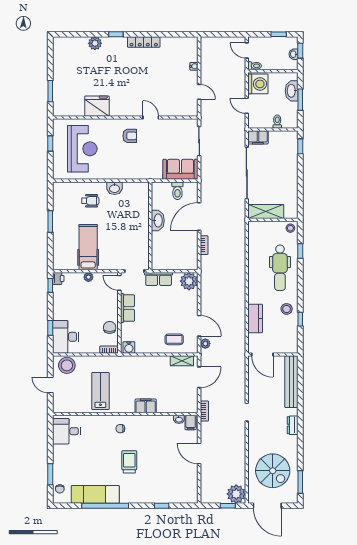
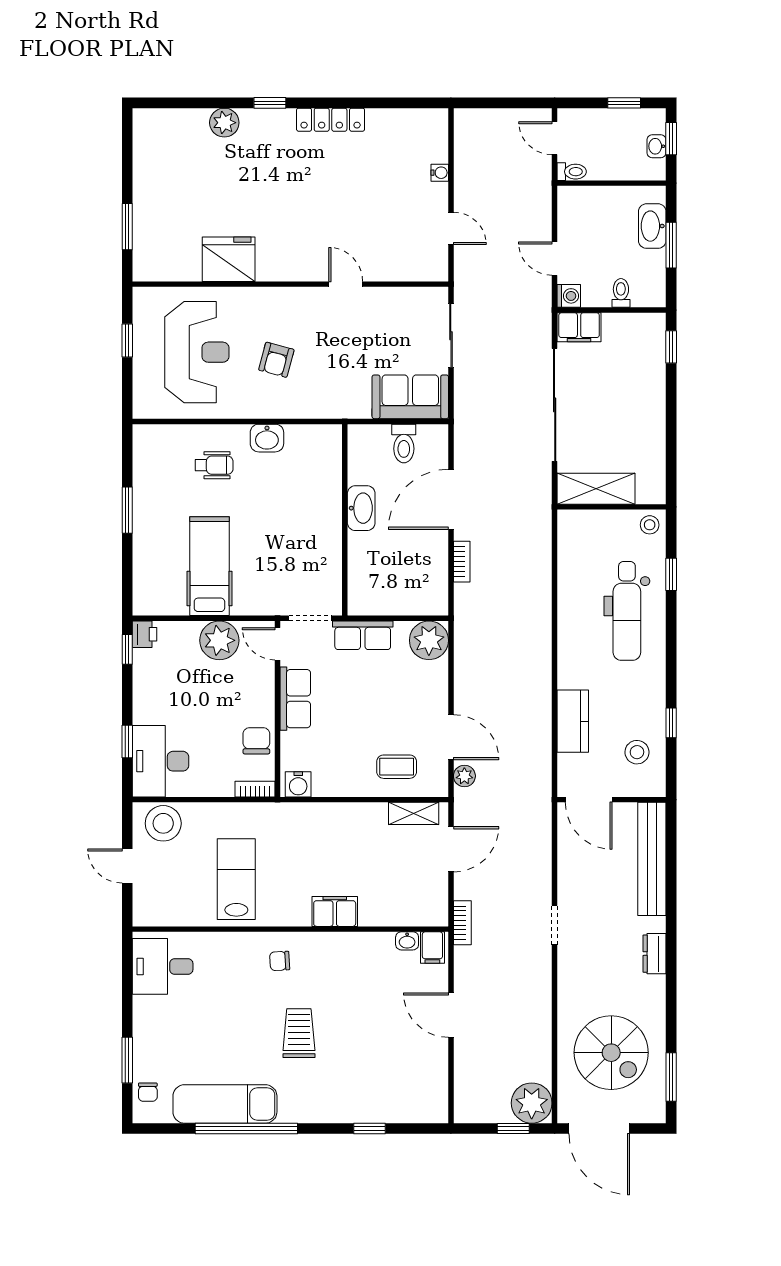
washing machine: (258, 84) -> (569, 296), moved, width x0.53, depth x0.53
armchair: (130, 136) -> (276, 360), moved, turned 105
plant: (88, 277) -> (219, 640), width x1.88, depth x1.88
stool: (287, 309) -> (637, 752), moved

